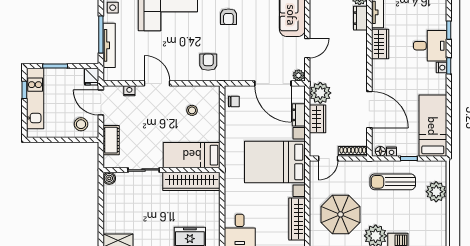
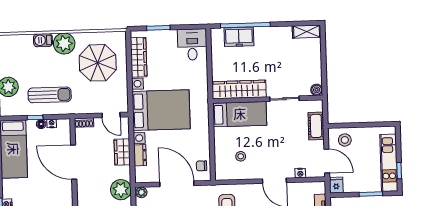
door: (273, 83) -> (177, 184), moved
plant: (320, 93) -> (121, 190), moved
shoe rack: (353, 151) -> (84, 123), width x0.70
floor lamp: (380, 151) -> (41, 124), moved
door: (328, 158) -> (111, 115), swing flipped

